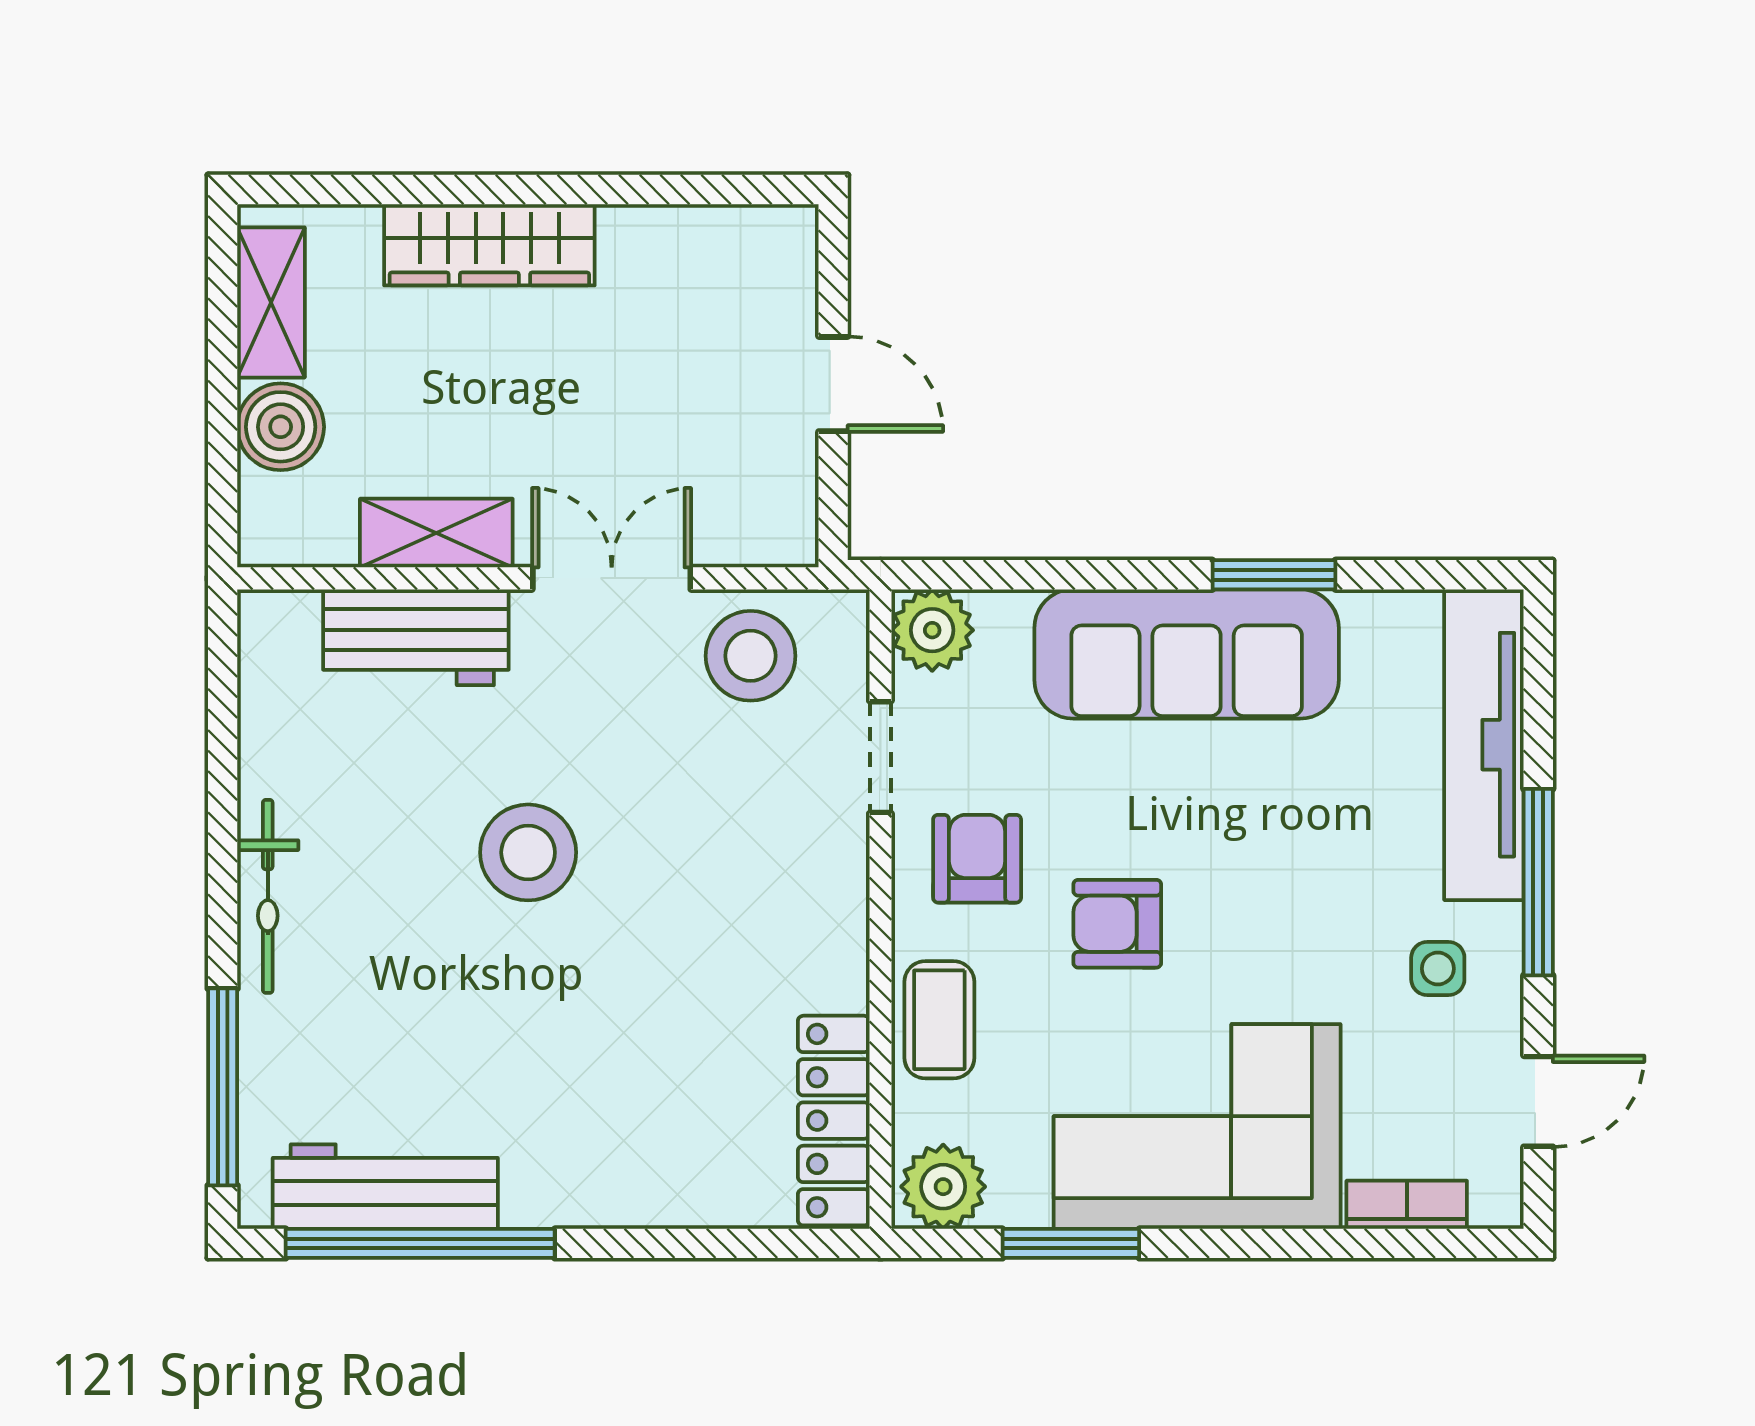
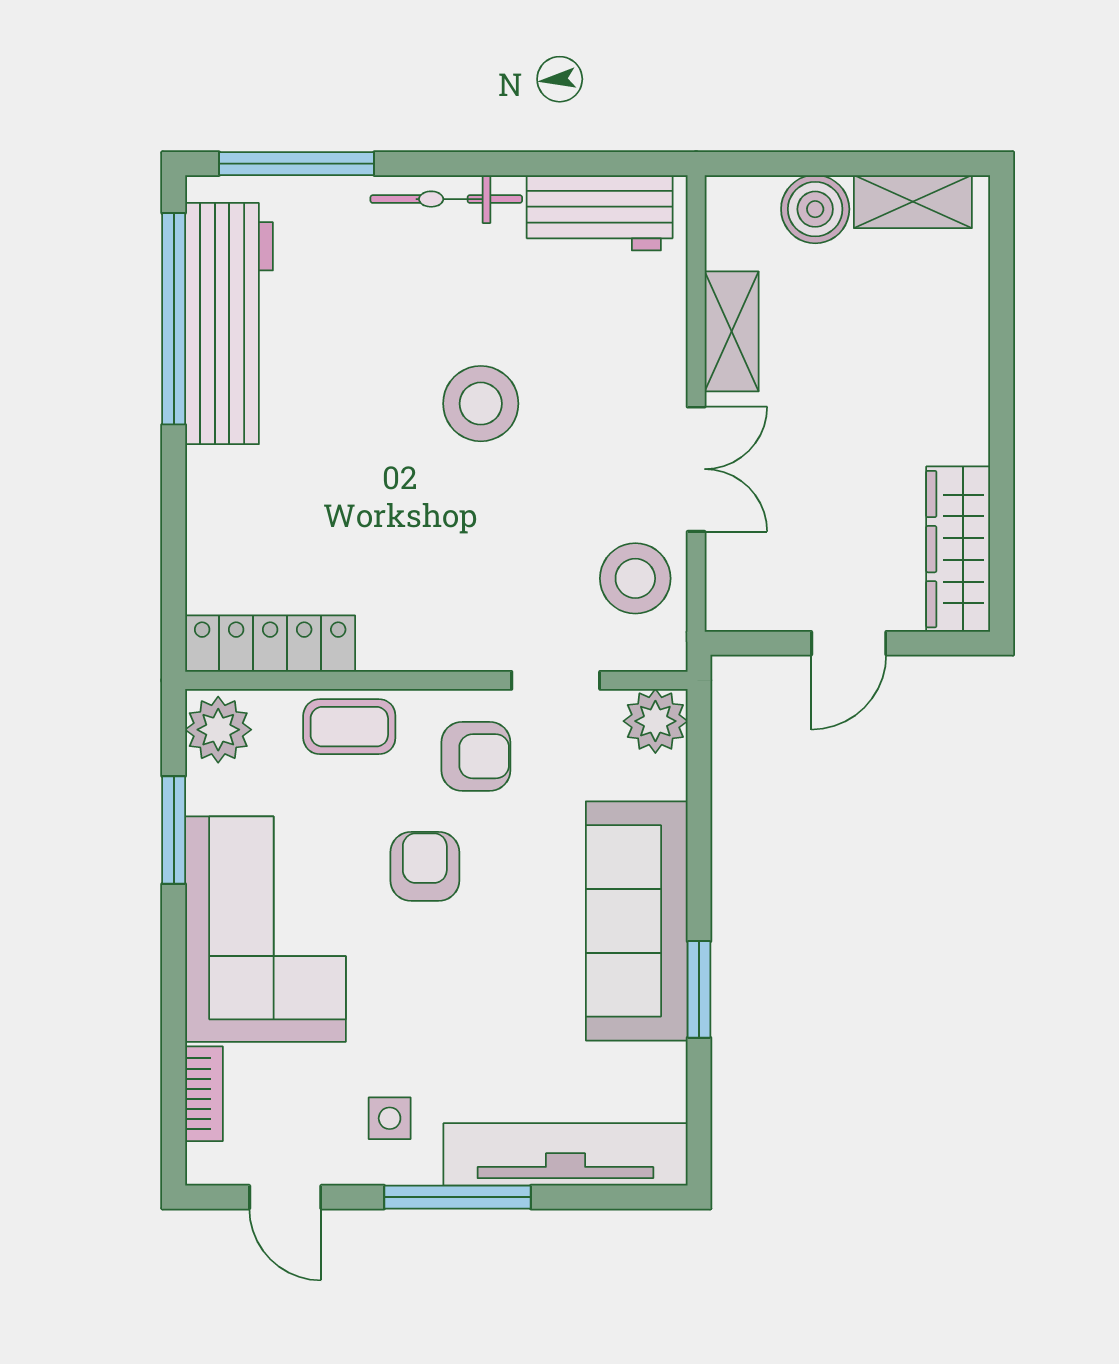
wardrobe: (489, 245) -> (958, 549), moved
workbench: (416, 637) -> (600, 213), moved, turned -90
workbench: (385, 1187) -> (229, 324), width x1.36, depth x1.32

